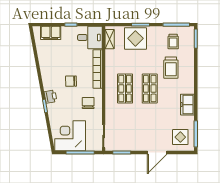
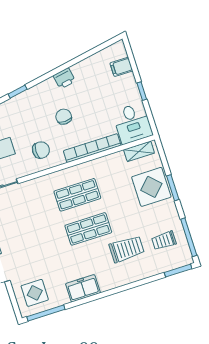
filing cabinet: (51, 33) -> (121, 67), width x0.50
trolley: (171, 68) -> (127, 249), turned 180
printer: (50, 97) -> (64, 78), moved

